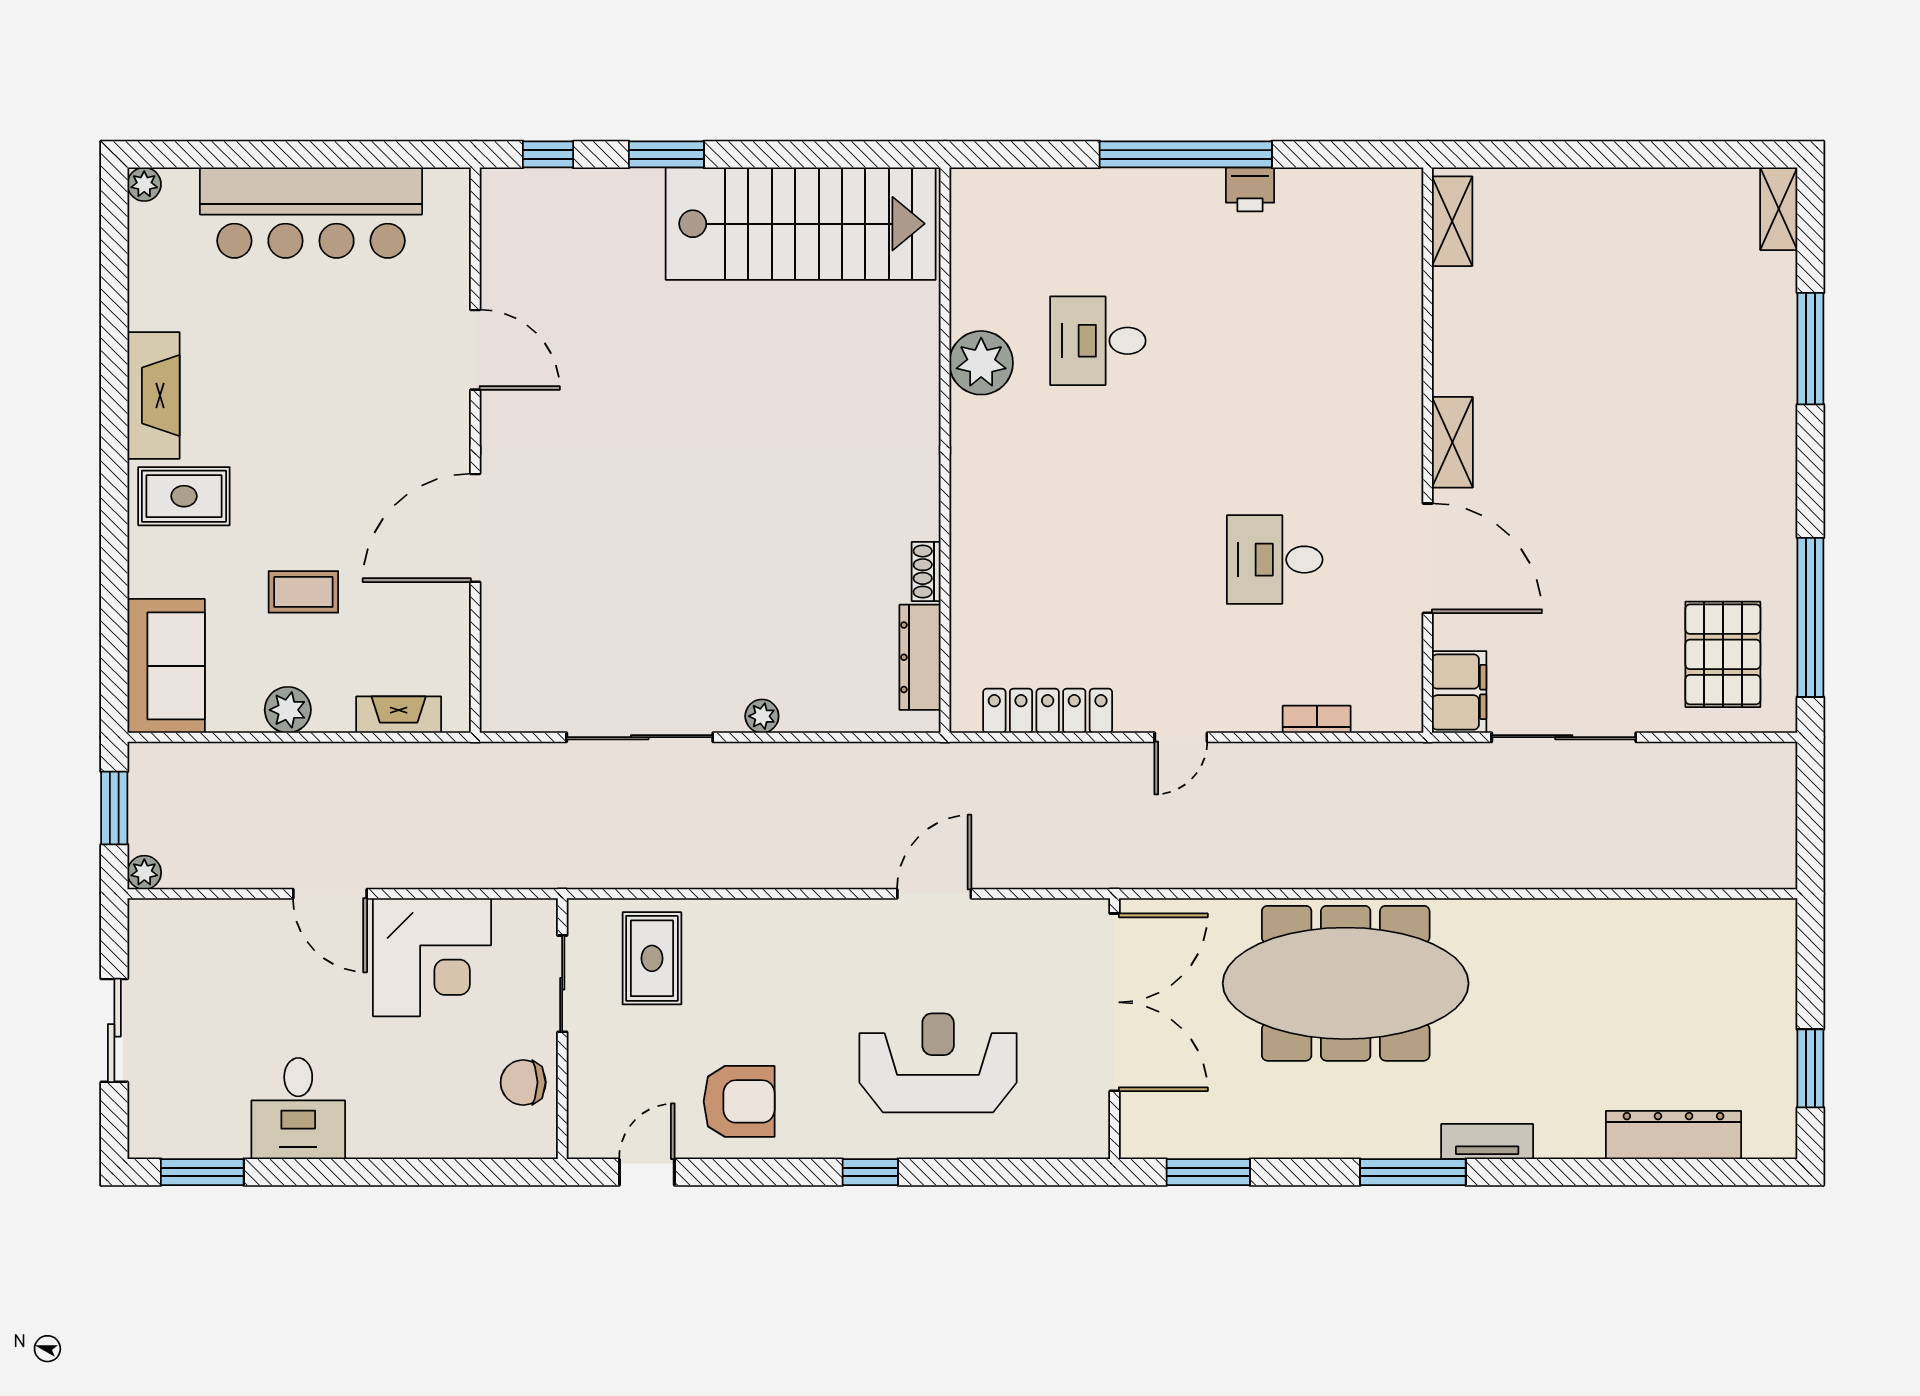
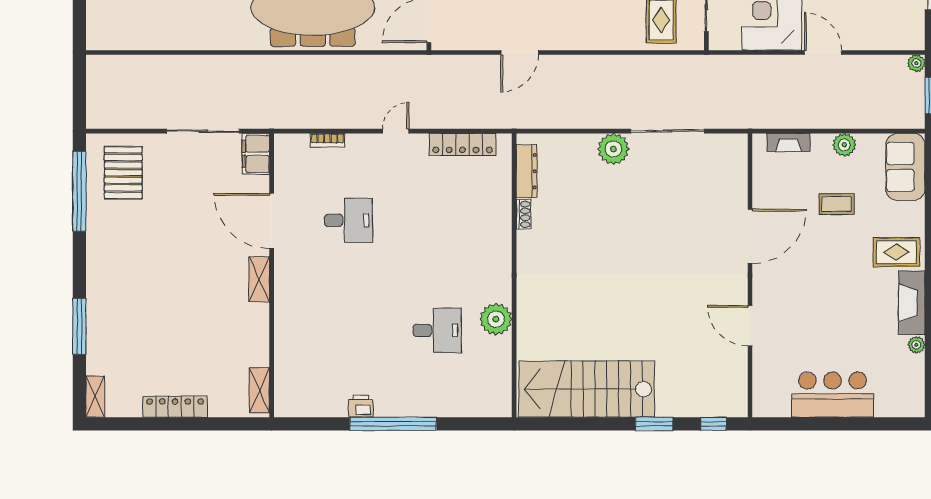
plant: (144, 184) -> (916, 345), moved
locker: (1620, 189) -> (175, 407), added
bar counter: (311, 213) -> (833, 395), width x0.73
plant: (762, 716) -> (613, 149), width x1.88, depth x1.88

